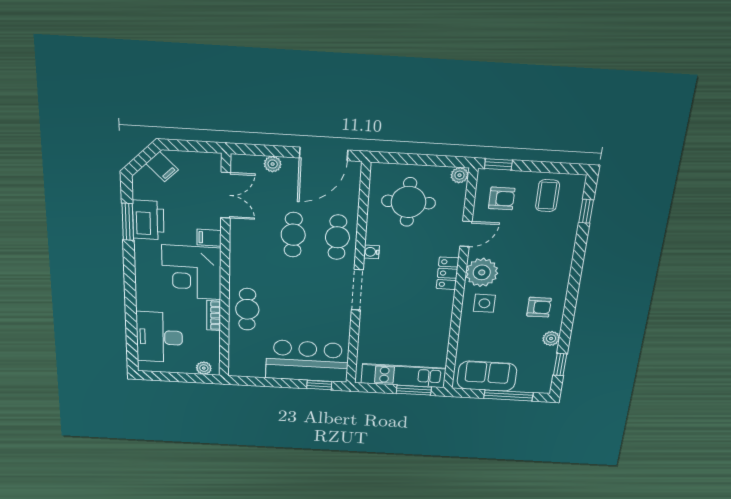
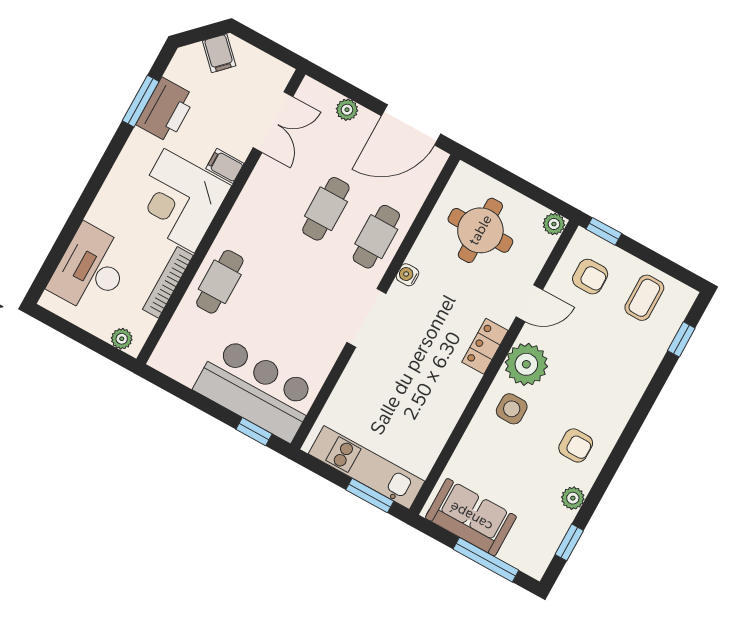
bookcase: (214, 316) -> (168, 282), width x1.56

